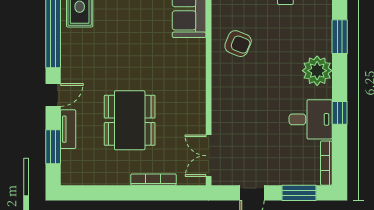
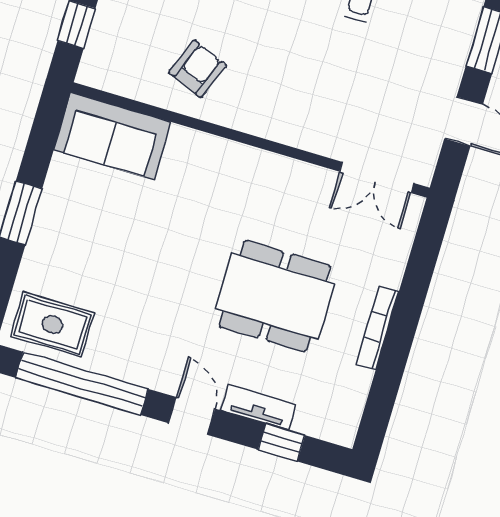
window: (53, 147) -> (281, 442), width x0.67
bookcase: (153, 180) -> (377, 328), moved

